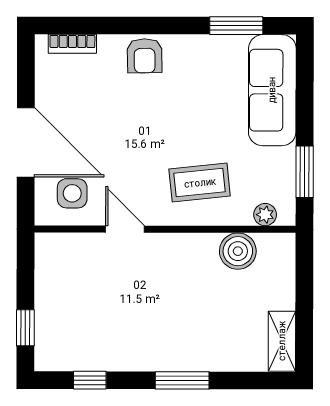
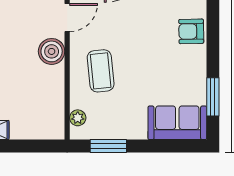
sofa: (272, 90) -> (177, 123), width x0.73
boiler: (238, 251) -> (52, 51), moved

